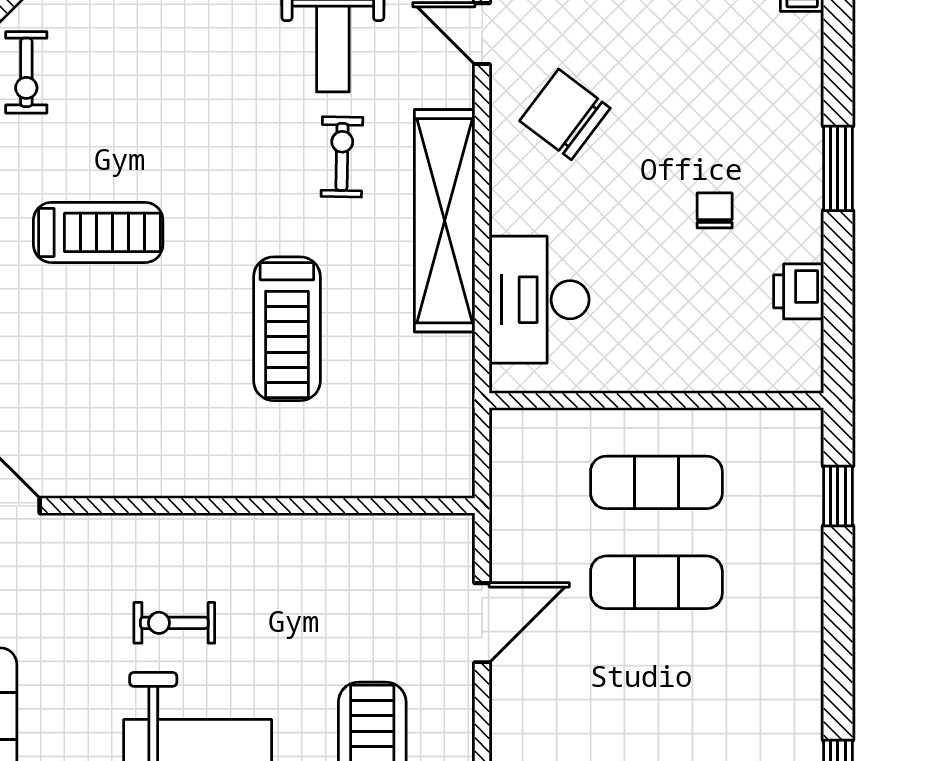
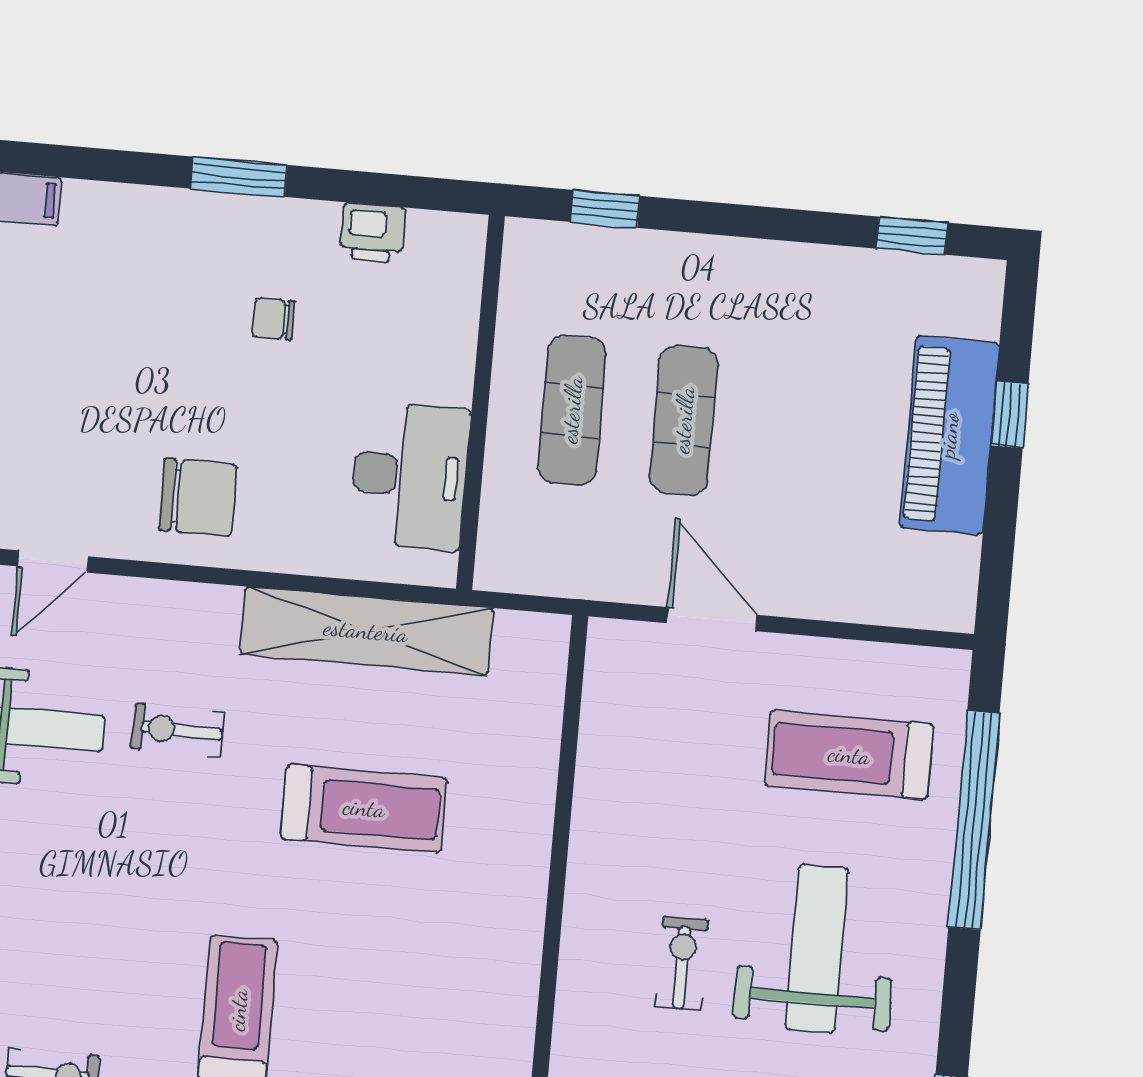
chair: (565, 114) -> (198, 497), moved, turned -127
shelving: (445, 221) -> (366, 631), moved
desk: (539, 300) -> (410, 476), moved, turned -90
exercise bike: (174, 623) -> (682, 963), turned 180

